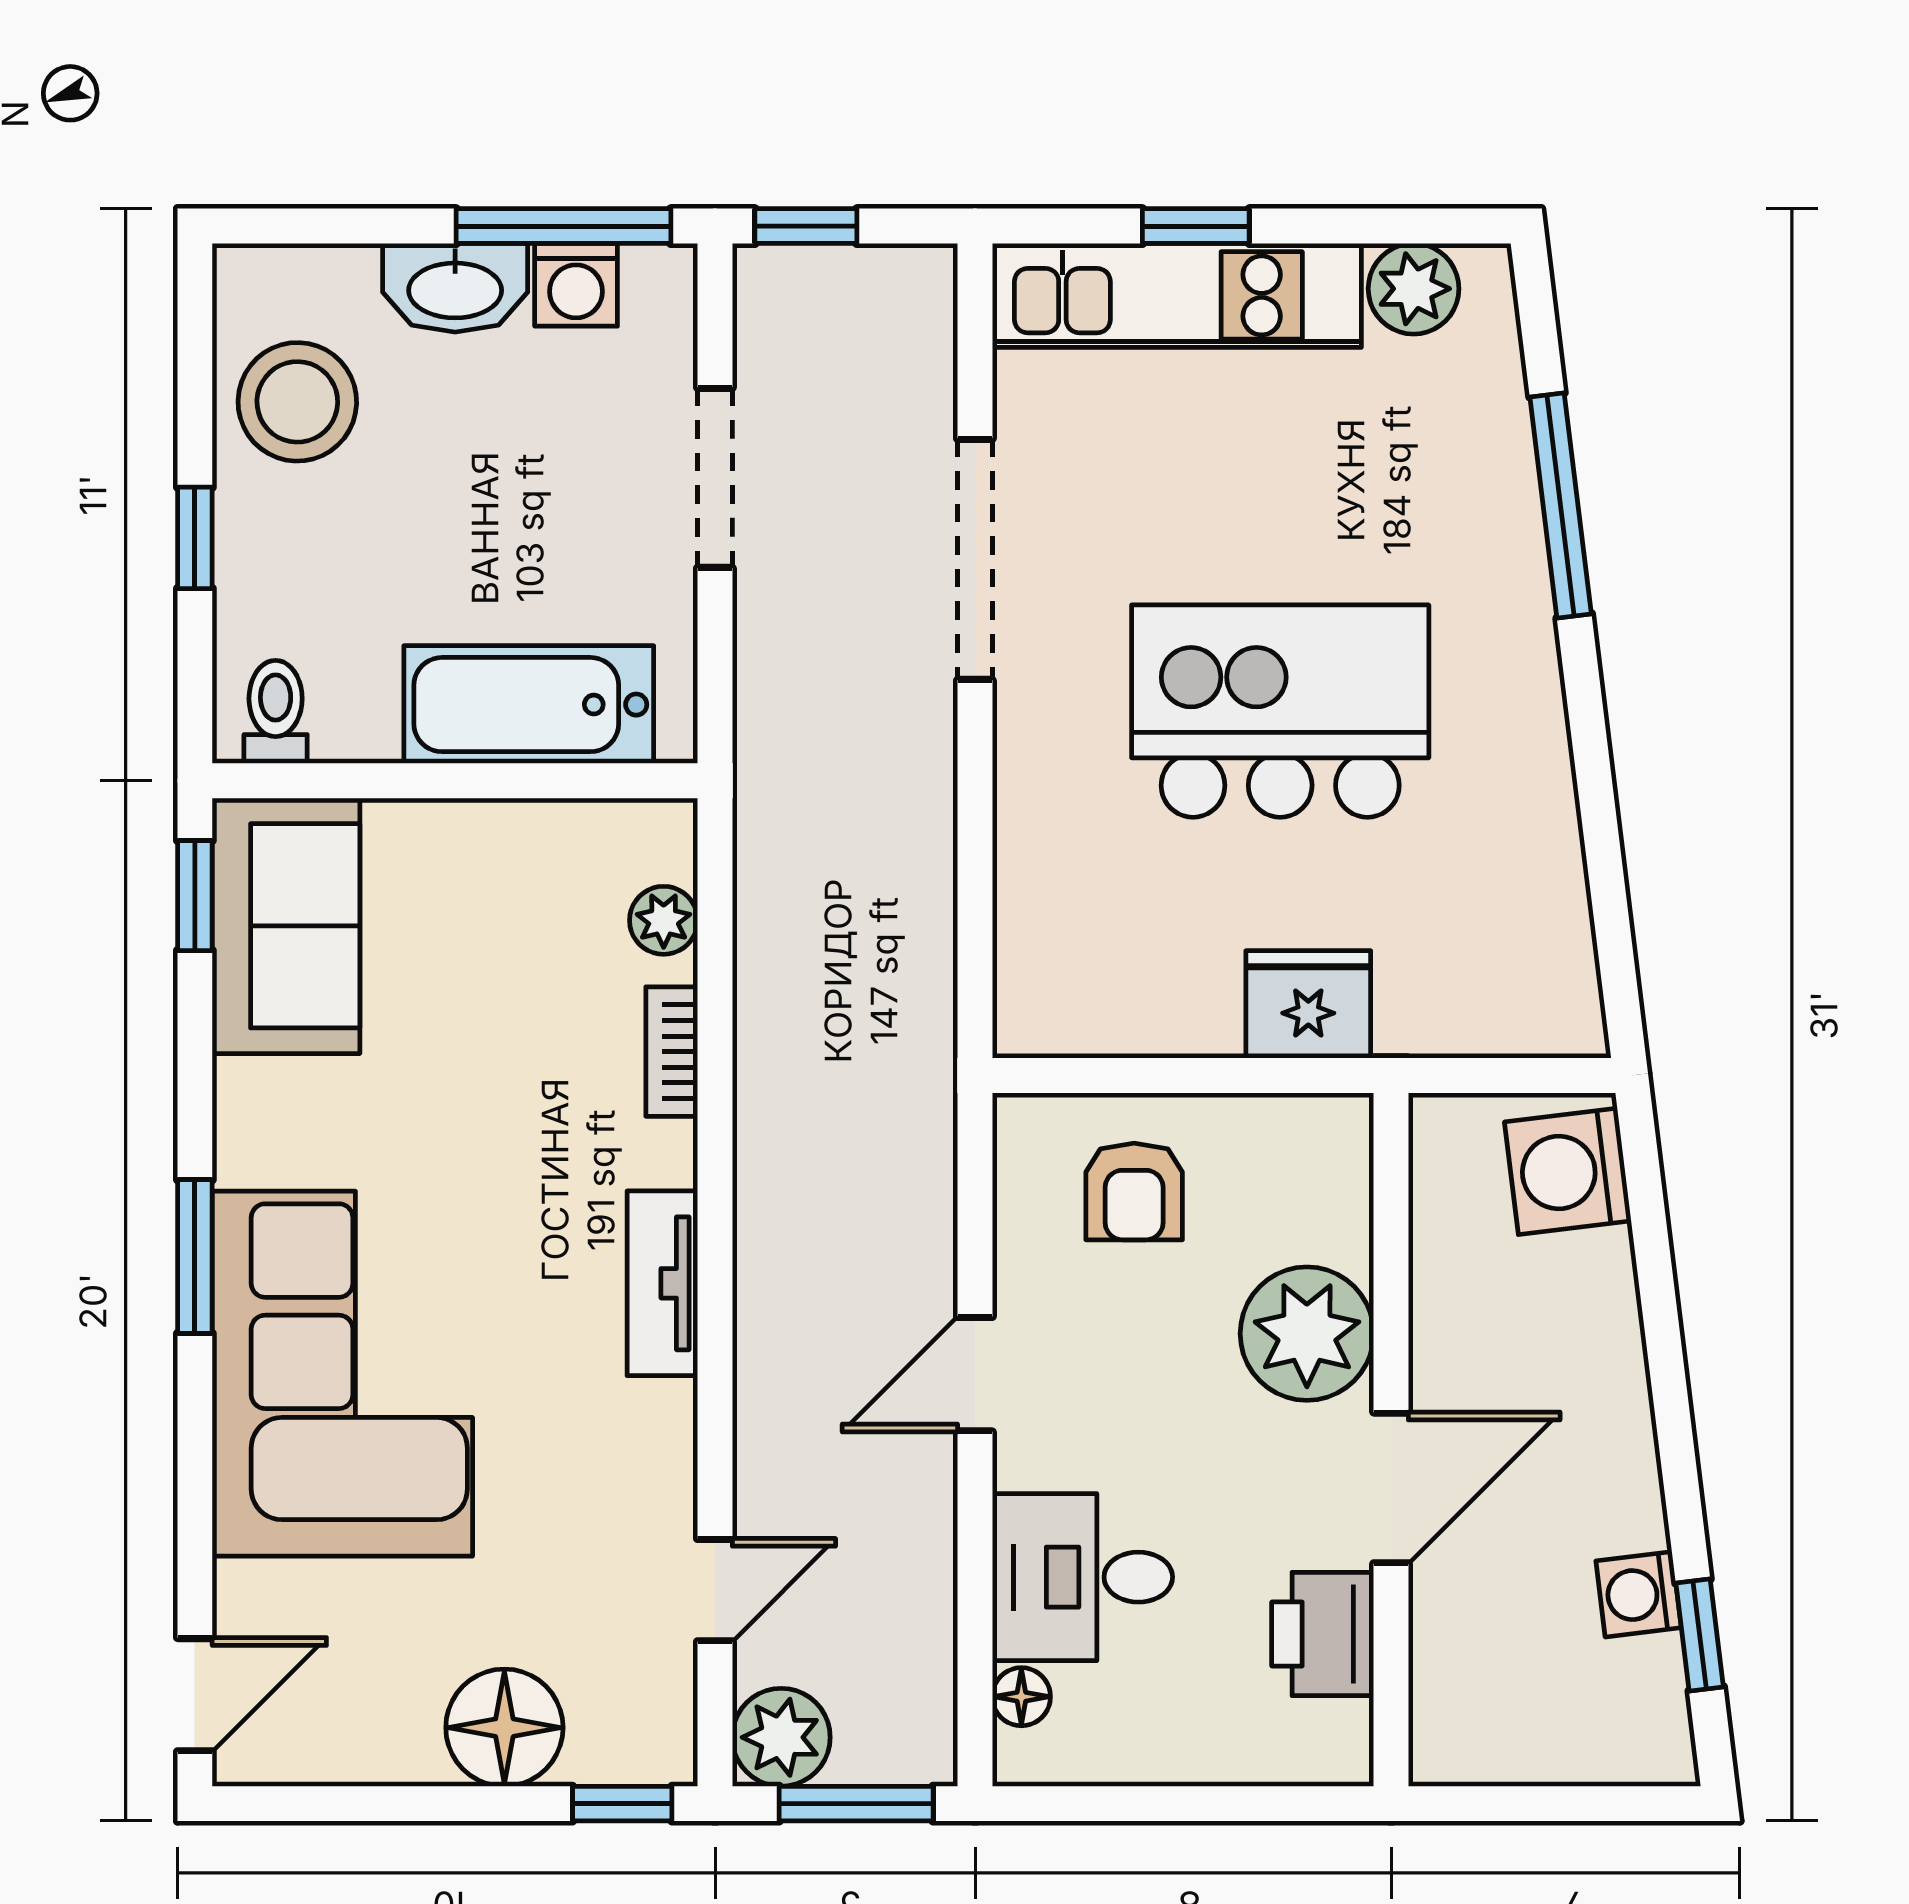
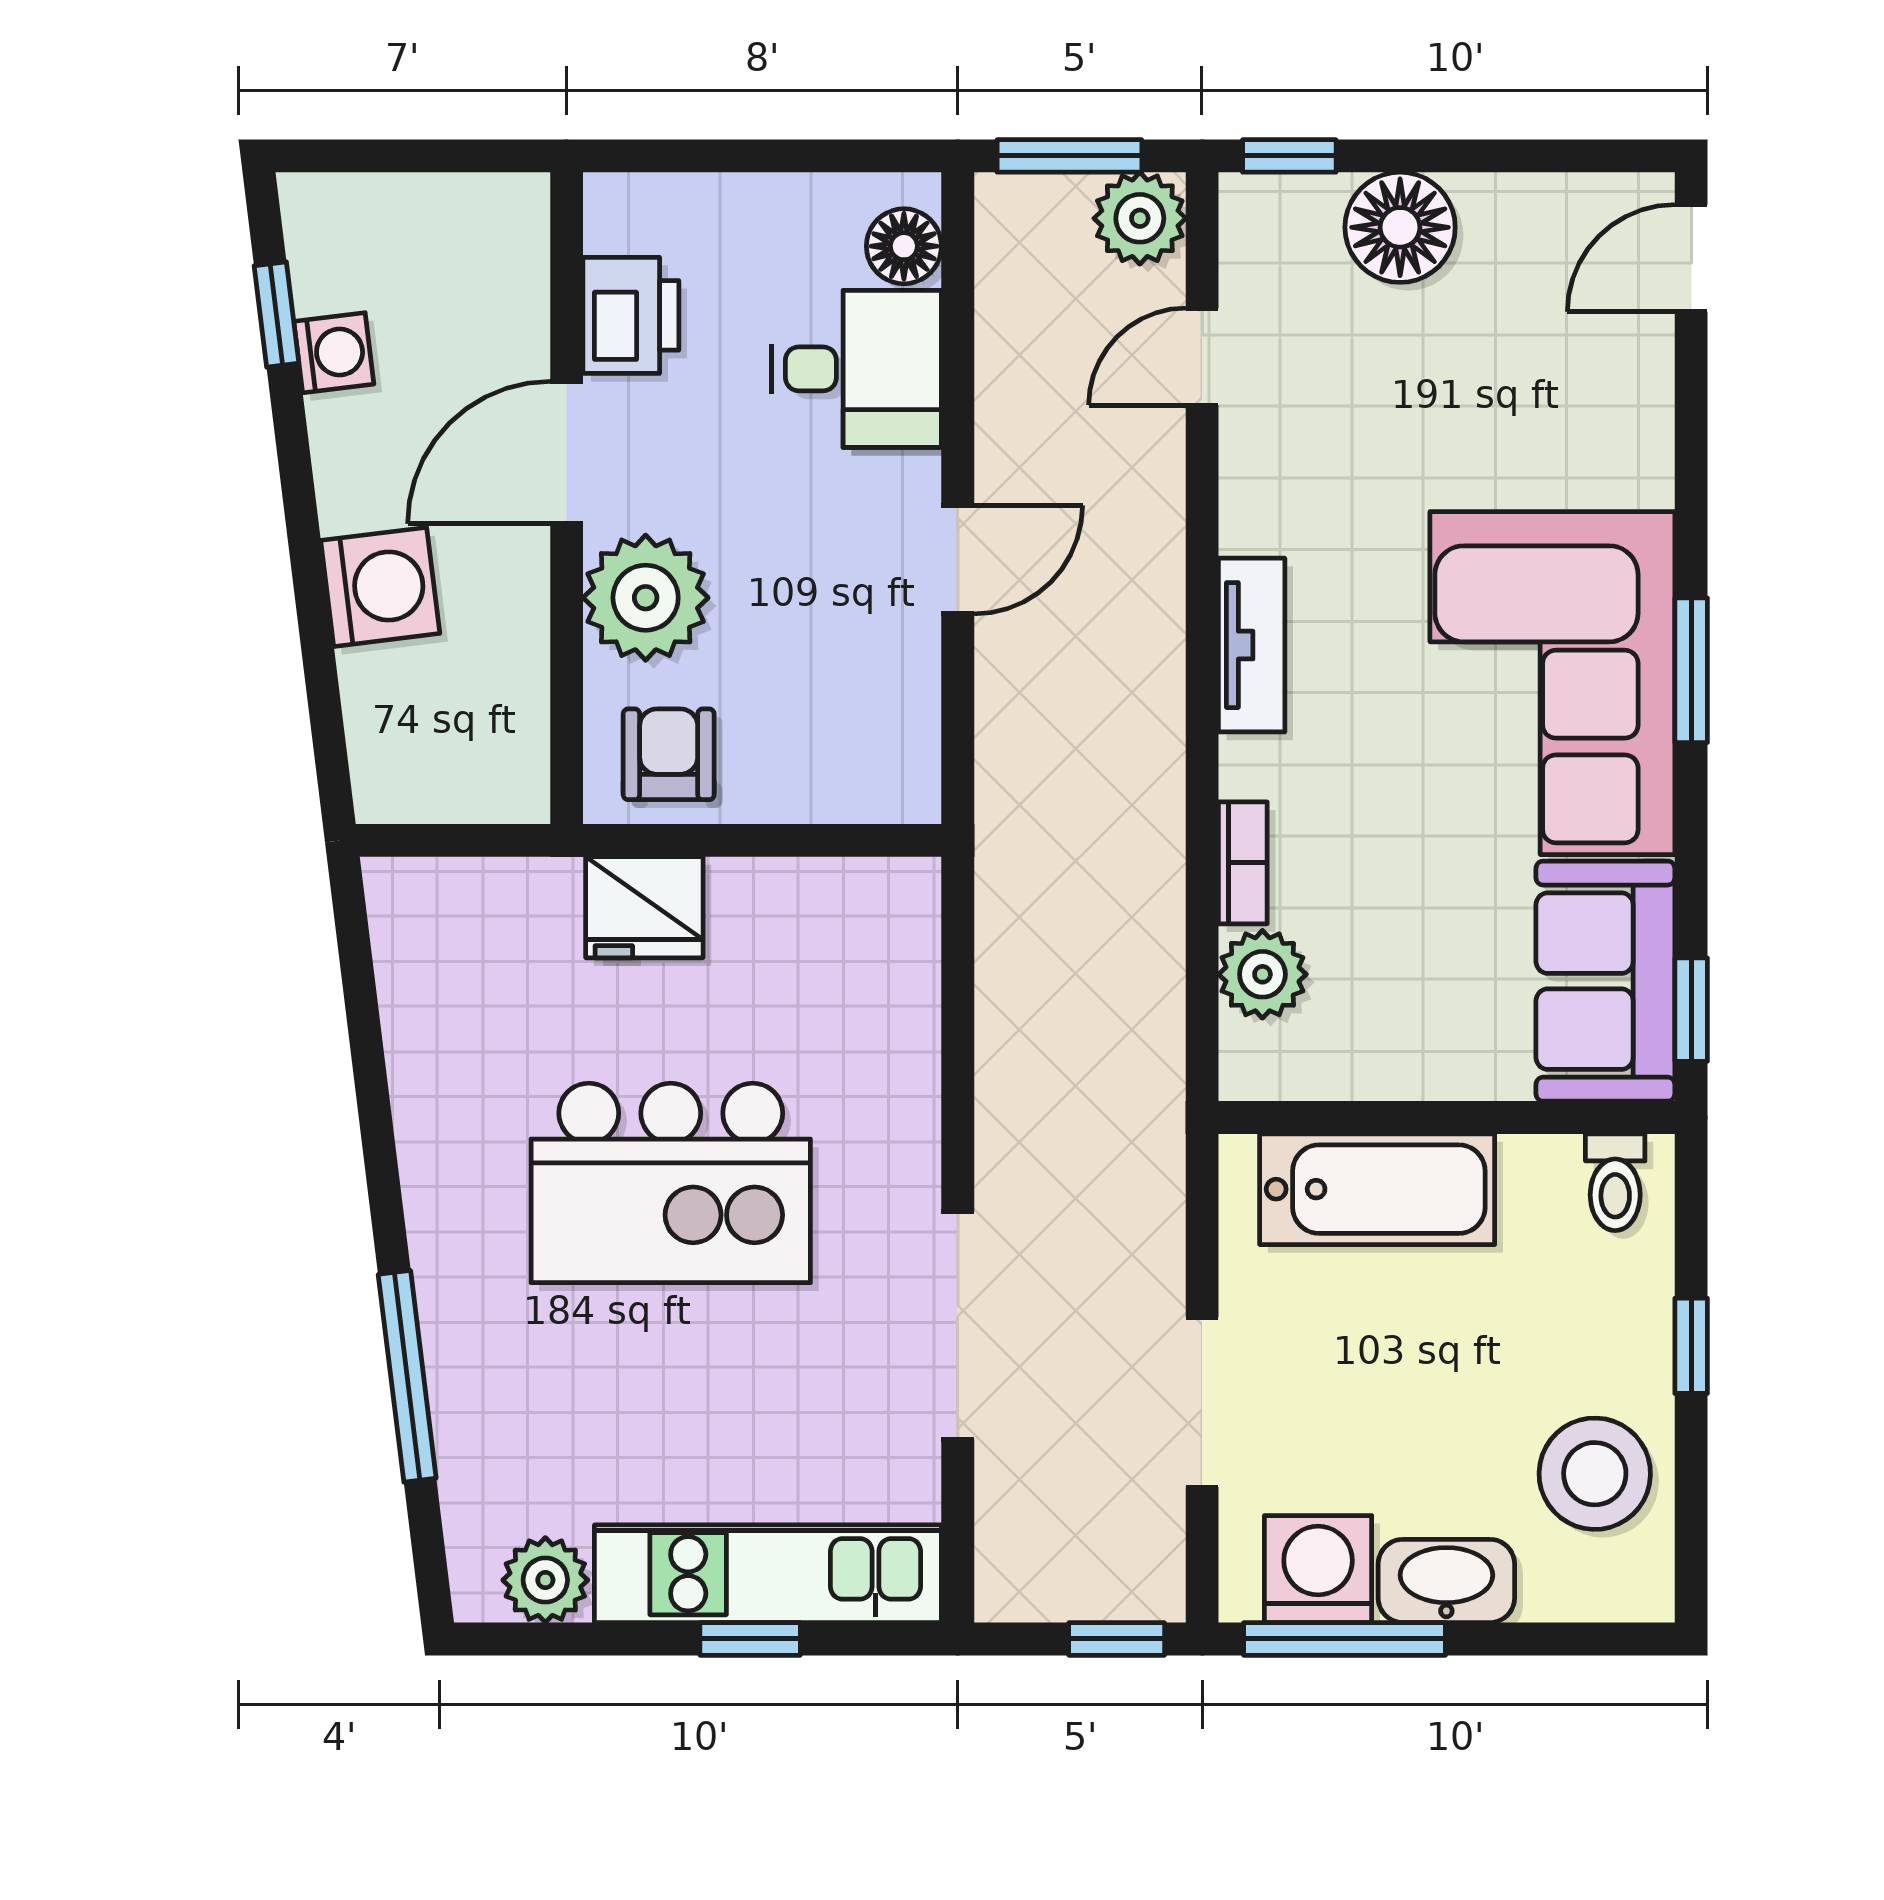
washing machine: (576, 285) -> (1318, 1569), width x1.38, depth x1.38
plant: (664, 920) -> (1262, 974), width x1.38, depth x1.38
washing machine: (1568, 1171) -> (380, 587), moved
armchair: (1134, 1192) -> (669, 754), moved
corner sofa: (342, 1374) -> (1552, 683), moved
floor lamp: (1021, 1697) -> (904, 246), width x1.37, depth x1.37

